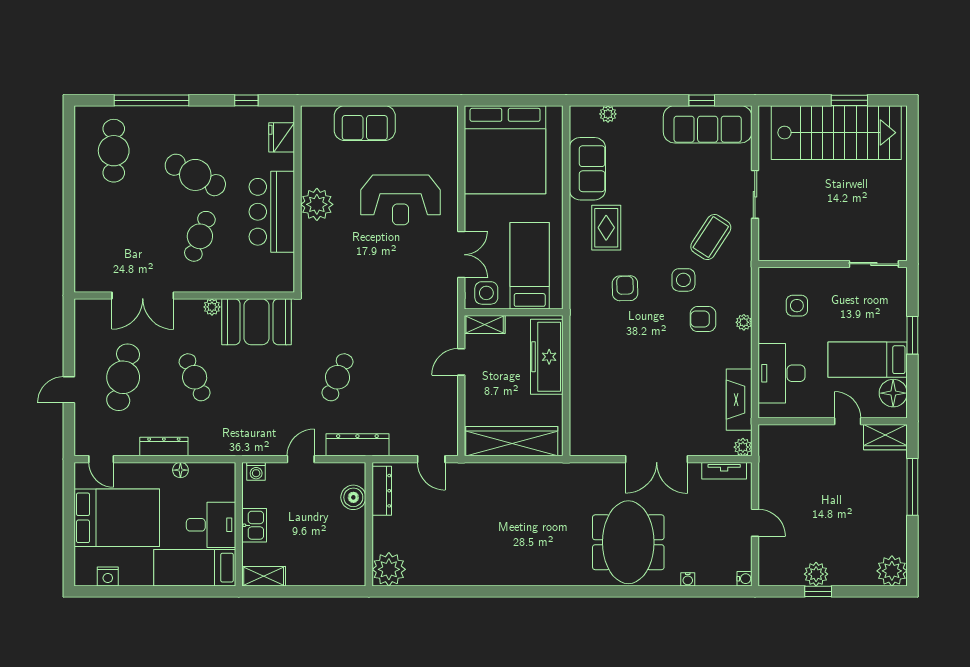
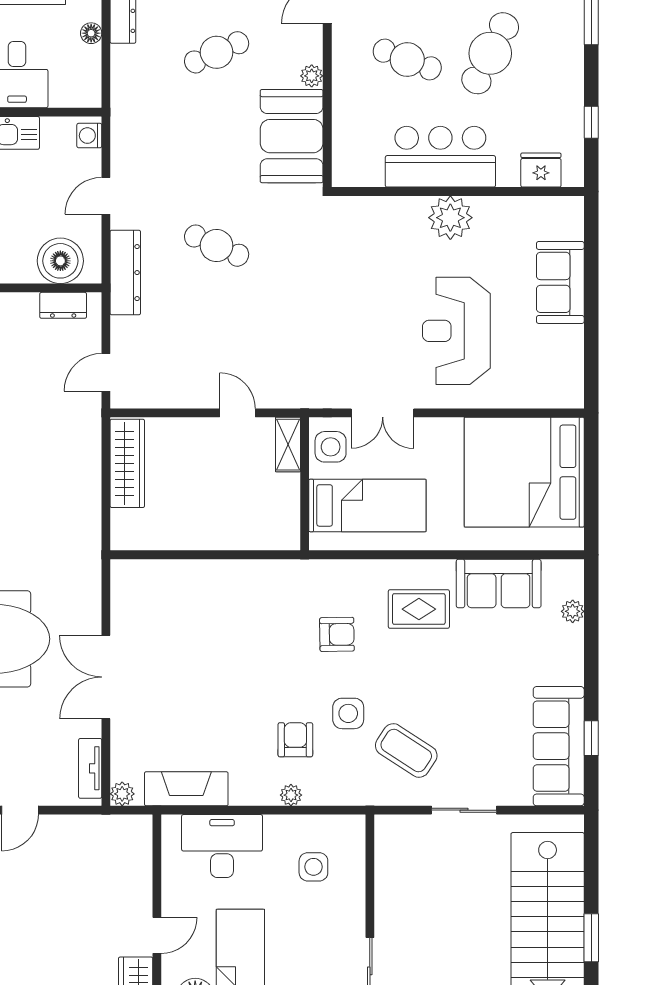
freezer: (547, 357) -> (244, 529), removed
wardrobe: (512, 441) -> (127, 463), width x0.71, depth x0.85
door: (301, 459) -> (106, 196), swing flipped
dresser: (382, 491) -> (63, 305), width x0.70
boiler: (353, 497) -> (60, 261), width x1.37, depth x1.37

